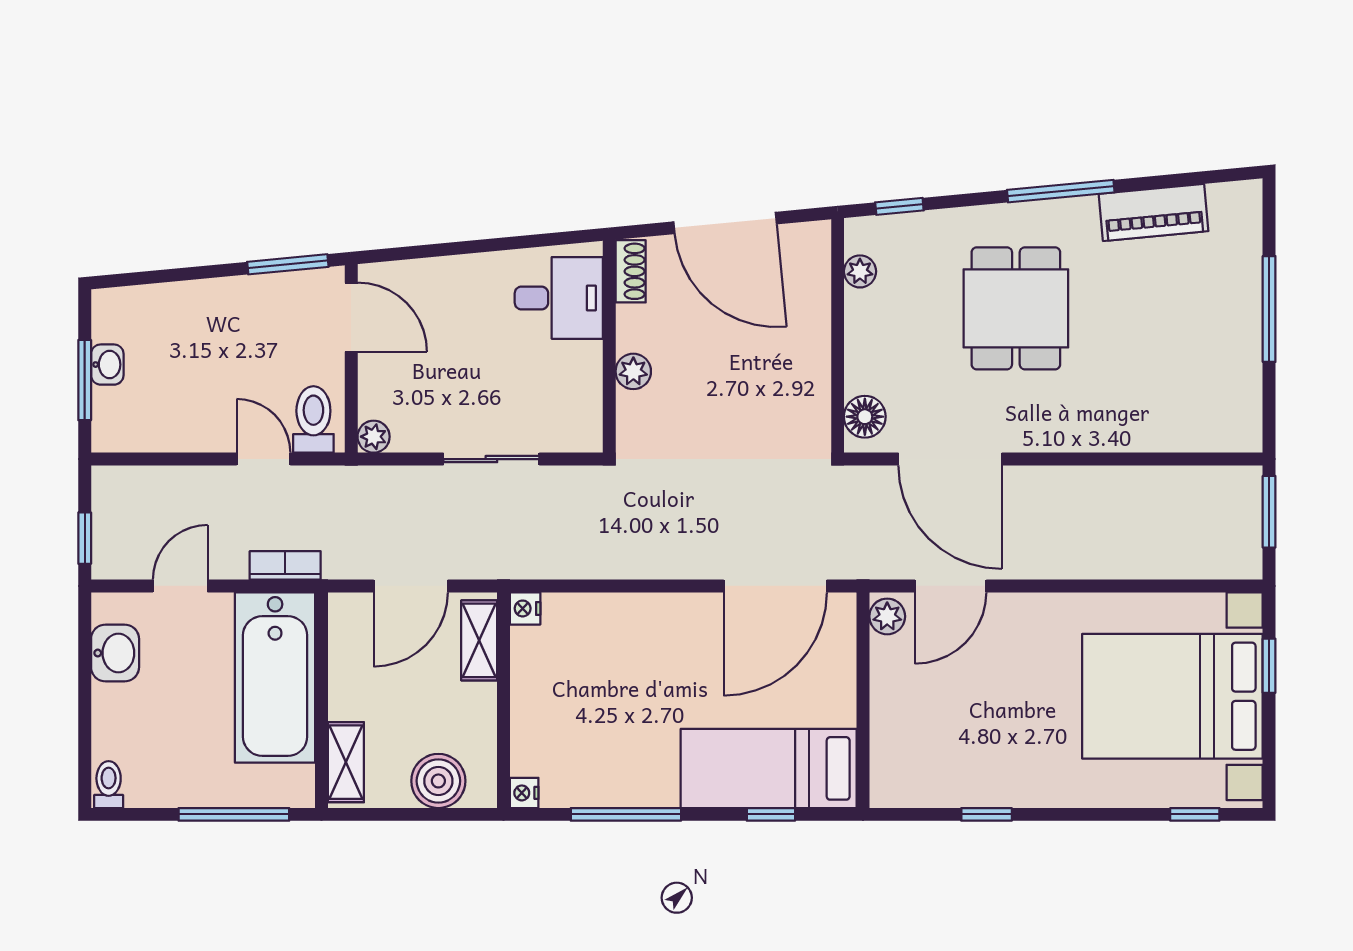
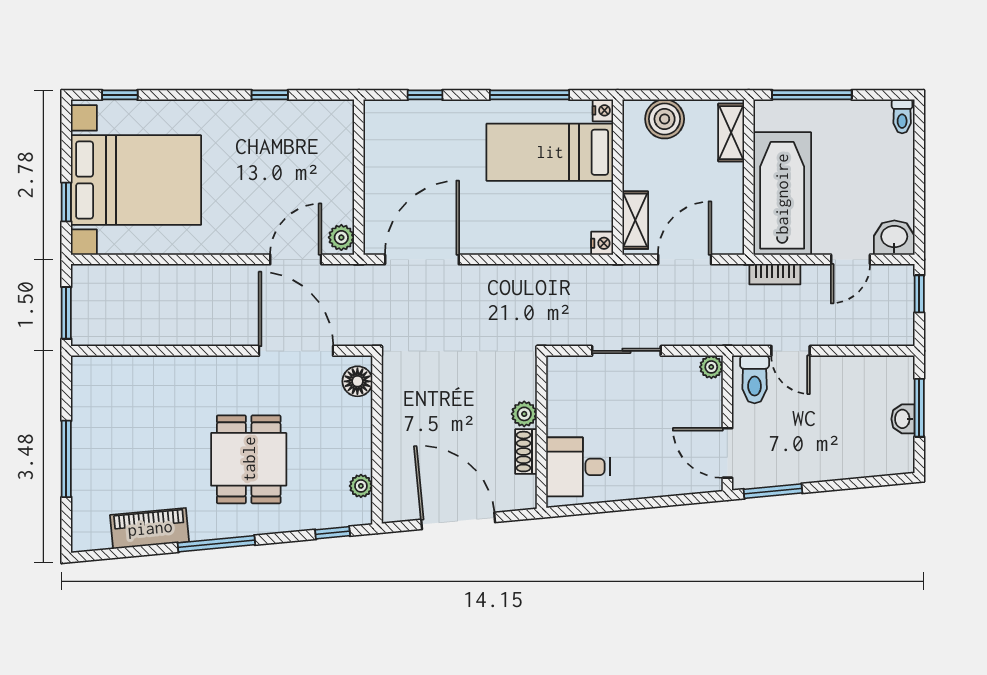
shoe rack: (631, 271) -> (526, 452), moved
washbasin: (115, 653) -> (894, 238), moved, turned 90
bed: (769, 768) -> (550, 152), moved, turned 180

